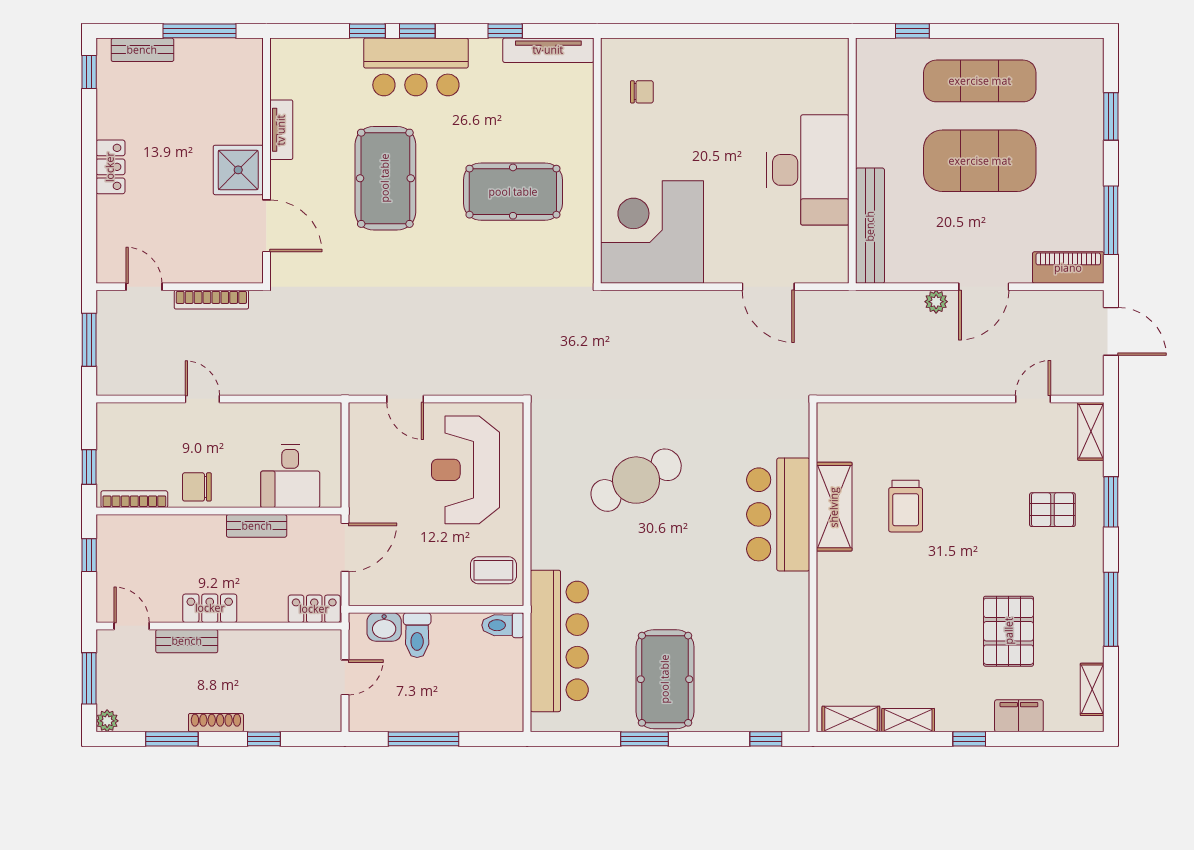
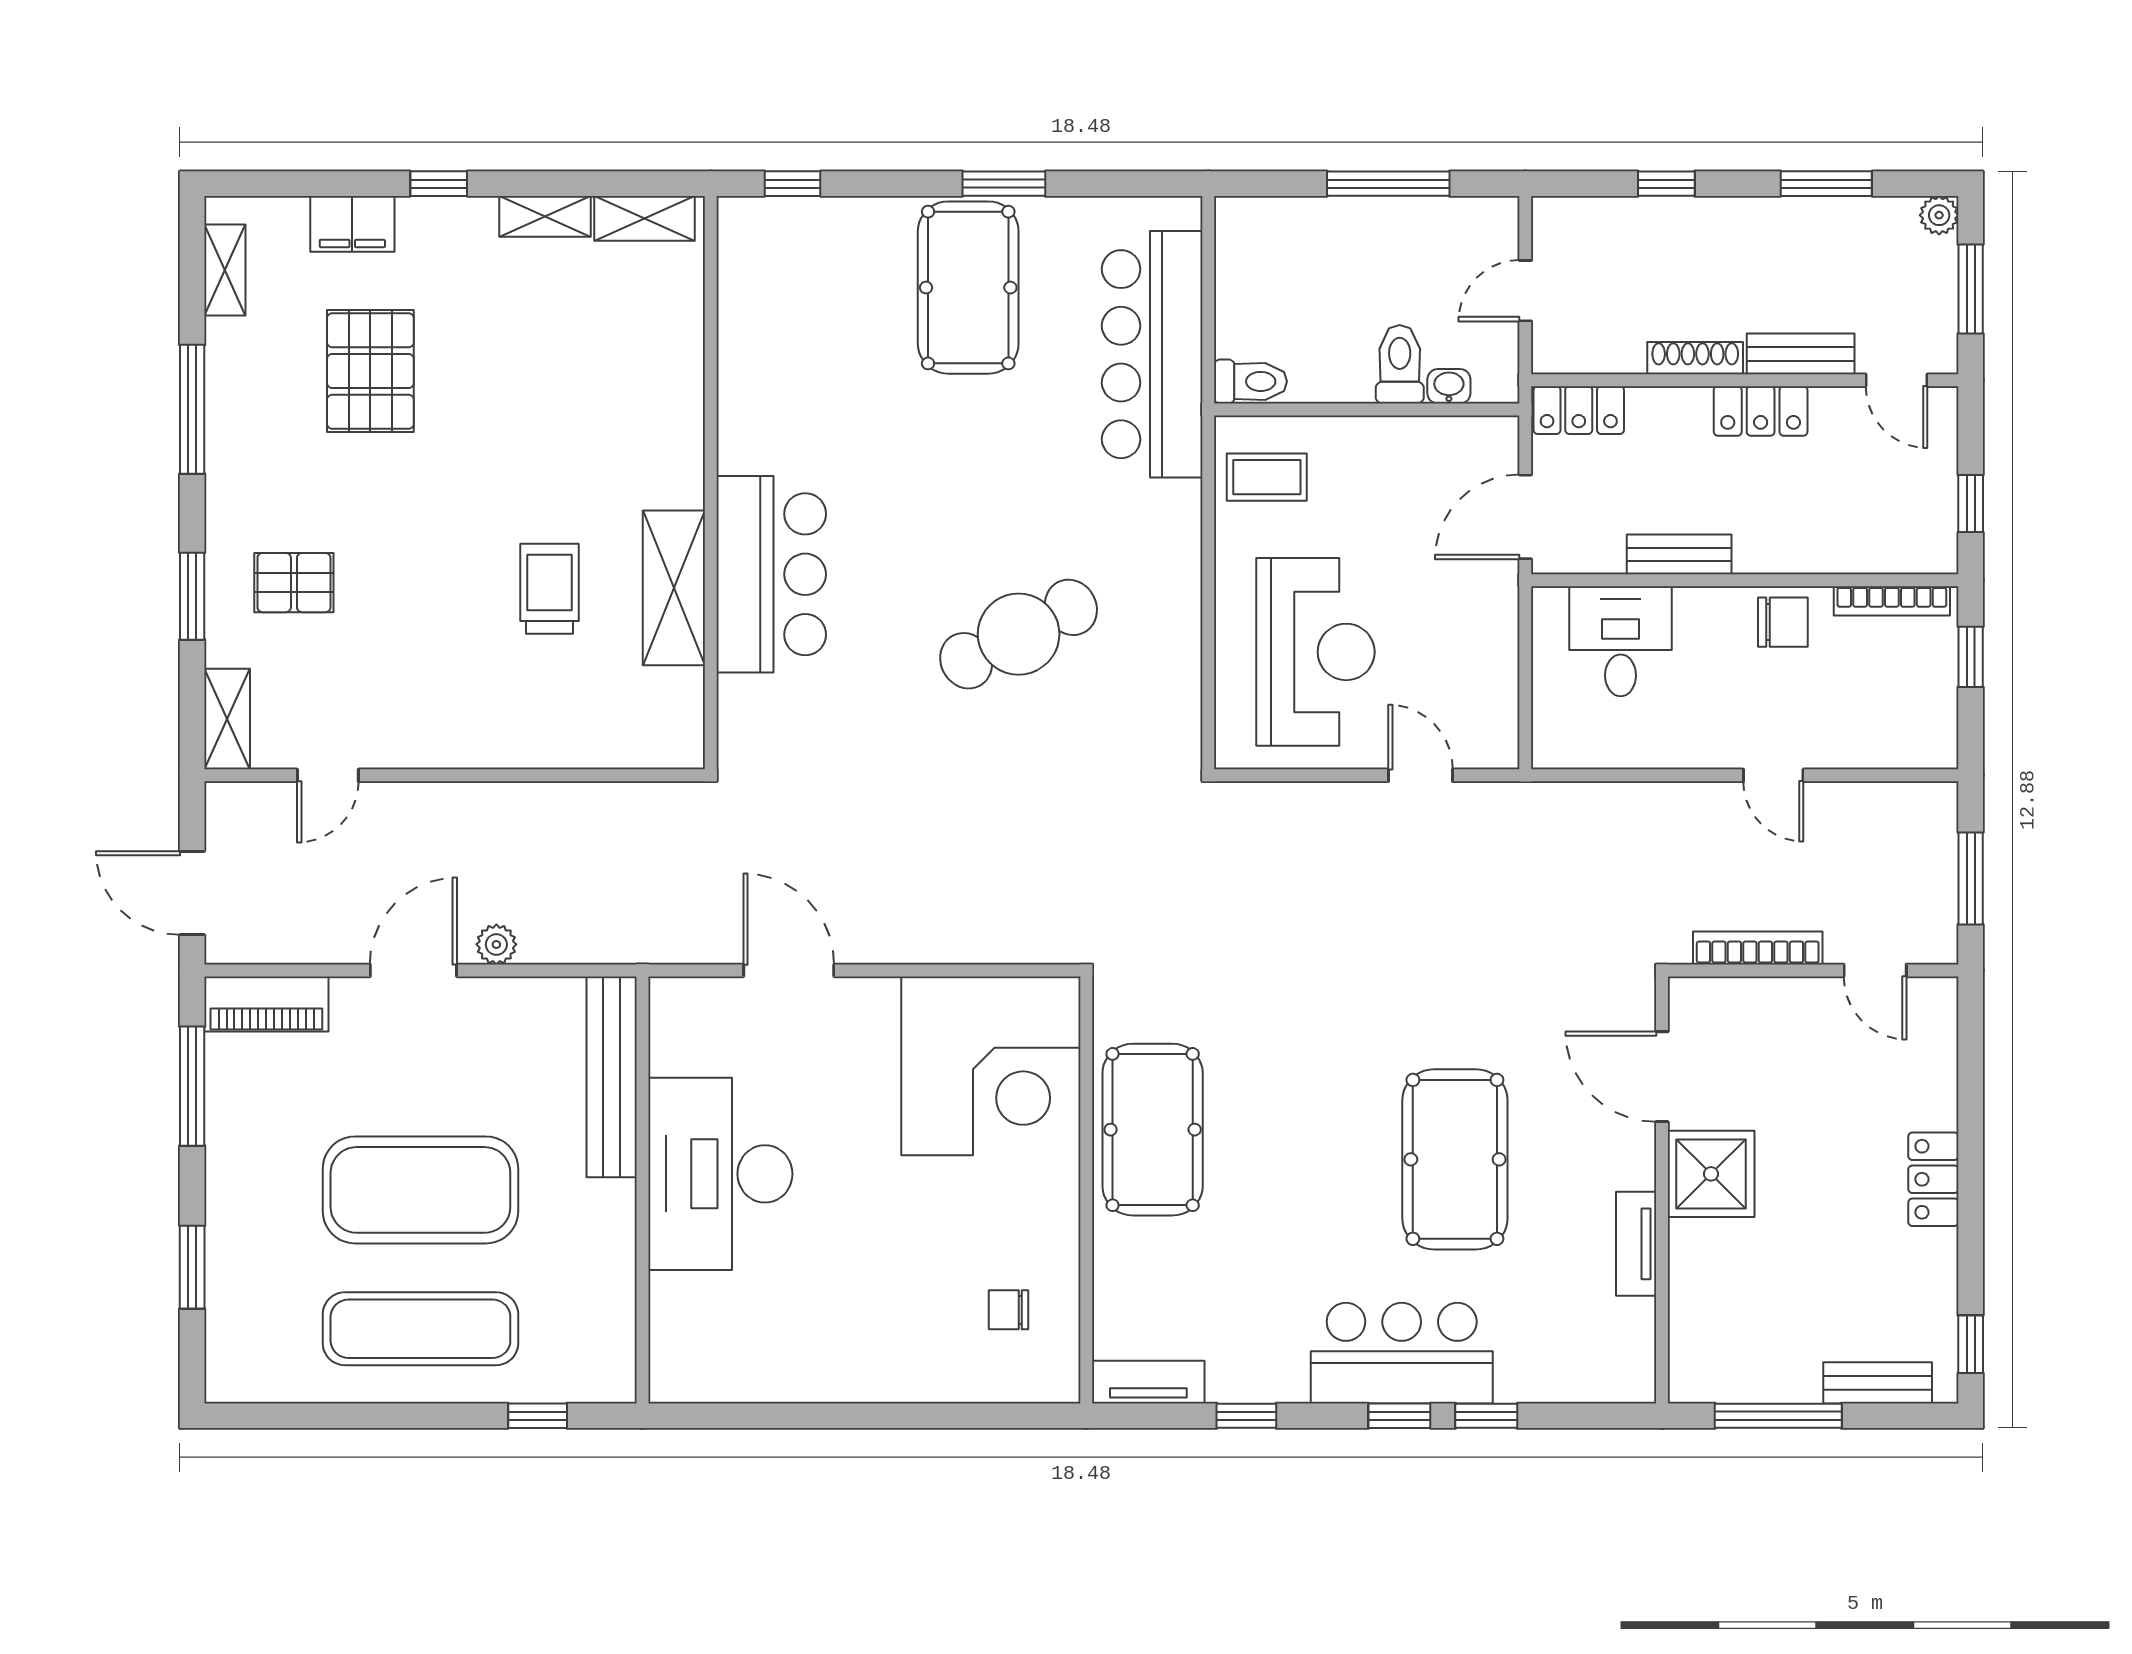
tv unit: (548, 50) -> (1148, 1382), width x0.71
pool table: (513, 192) -> (1153, 1130), moved, turned 90
washbasin: (384, 627) -> (1449, 386), width x0.72, depth x0.69
shoe rack: (216, 723) -> (1695, 358), moved, turned 180

